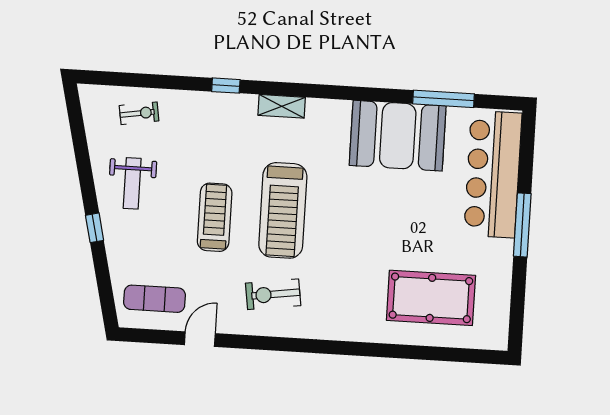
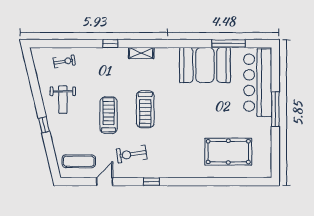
treadmill: (283, 210) -> (145, 109), width x0.73, depth x0.73
exercise bike: (273, 294) -> (132, 154), moved
window: (286, 344) -> (151, 182), added

